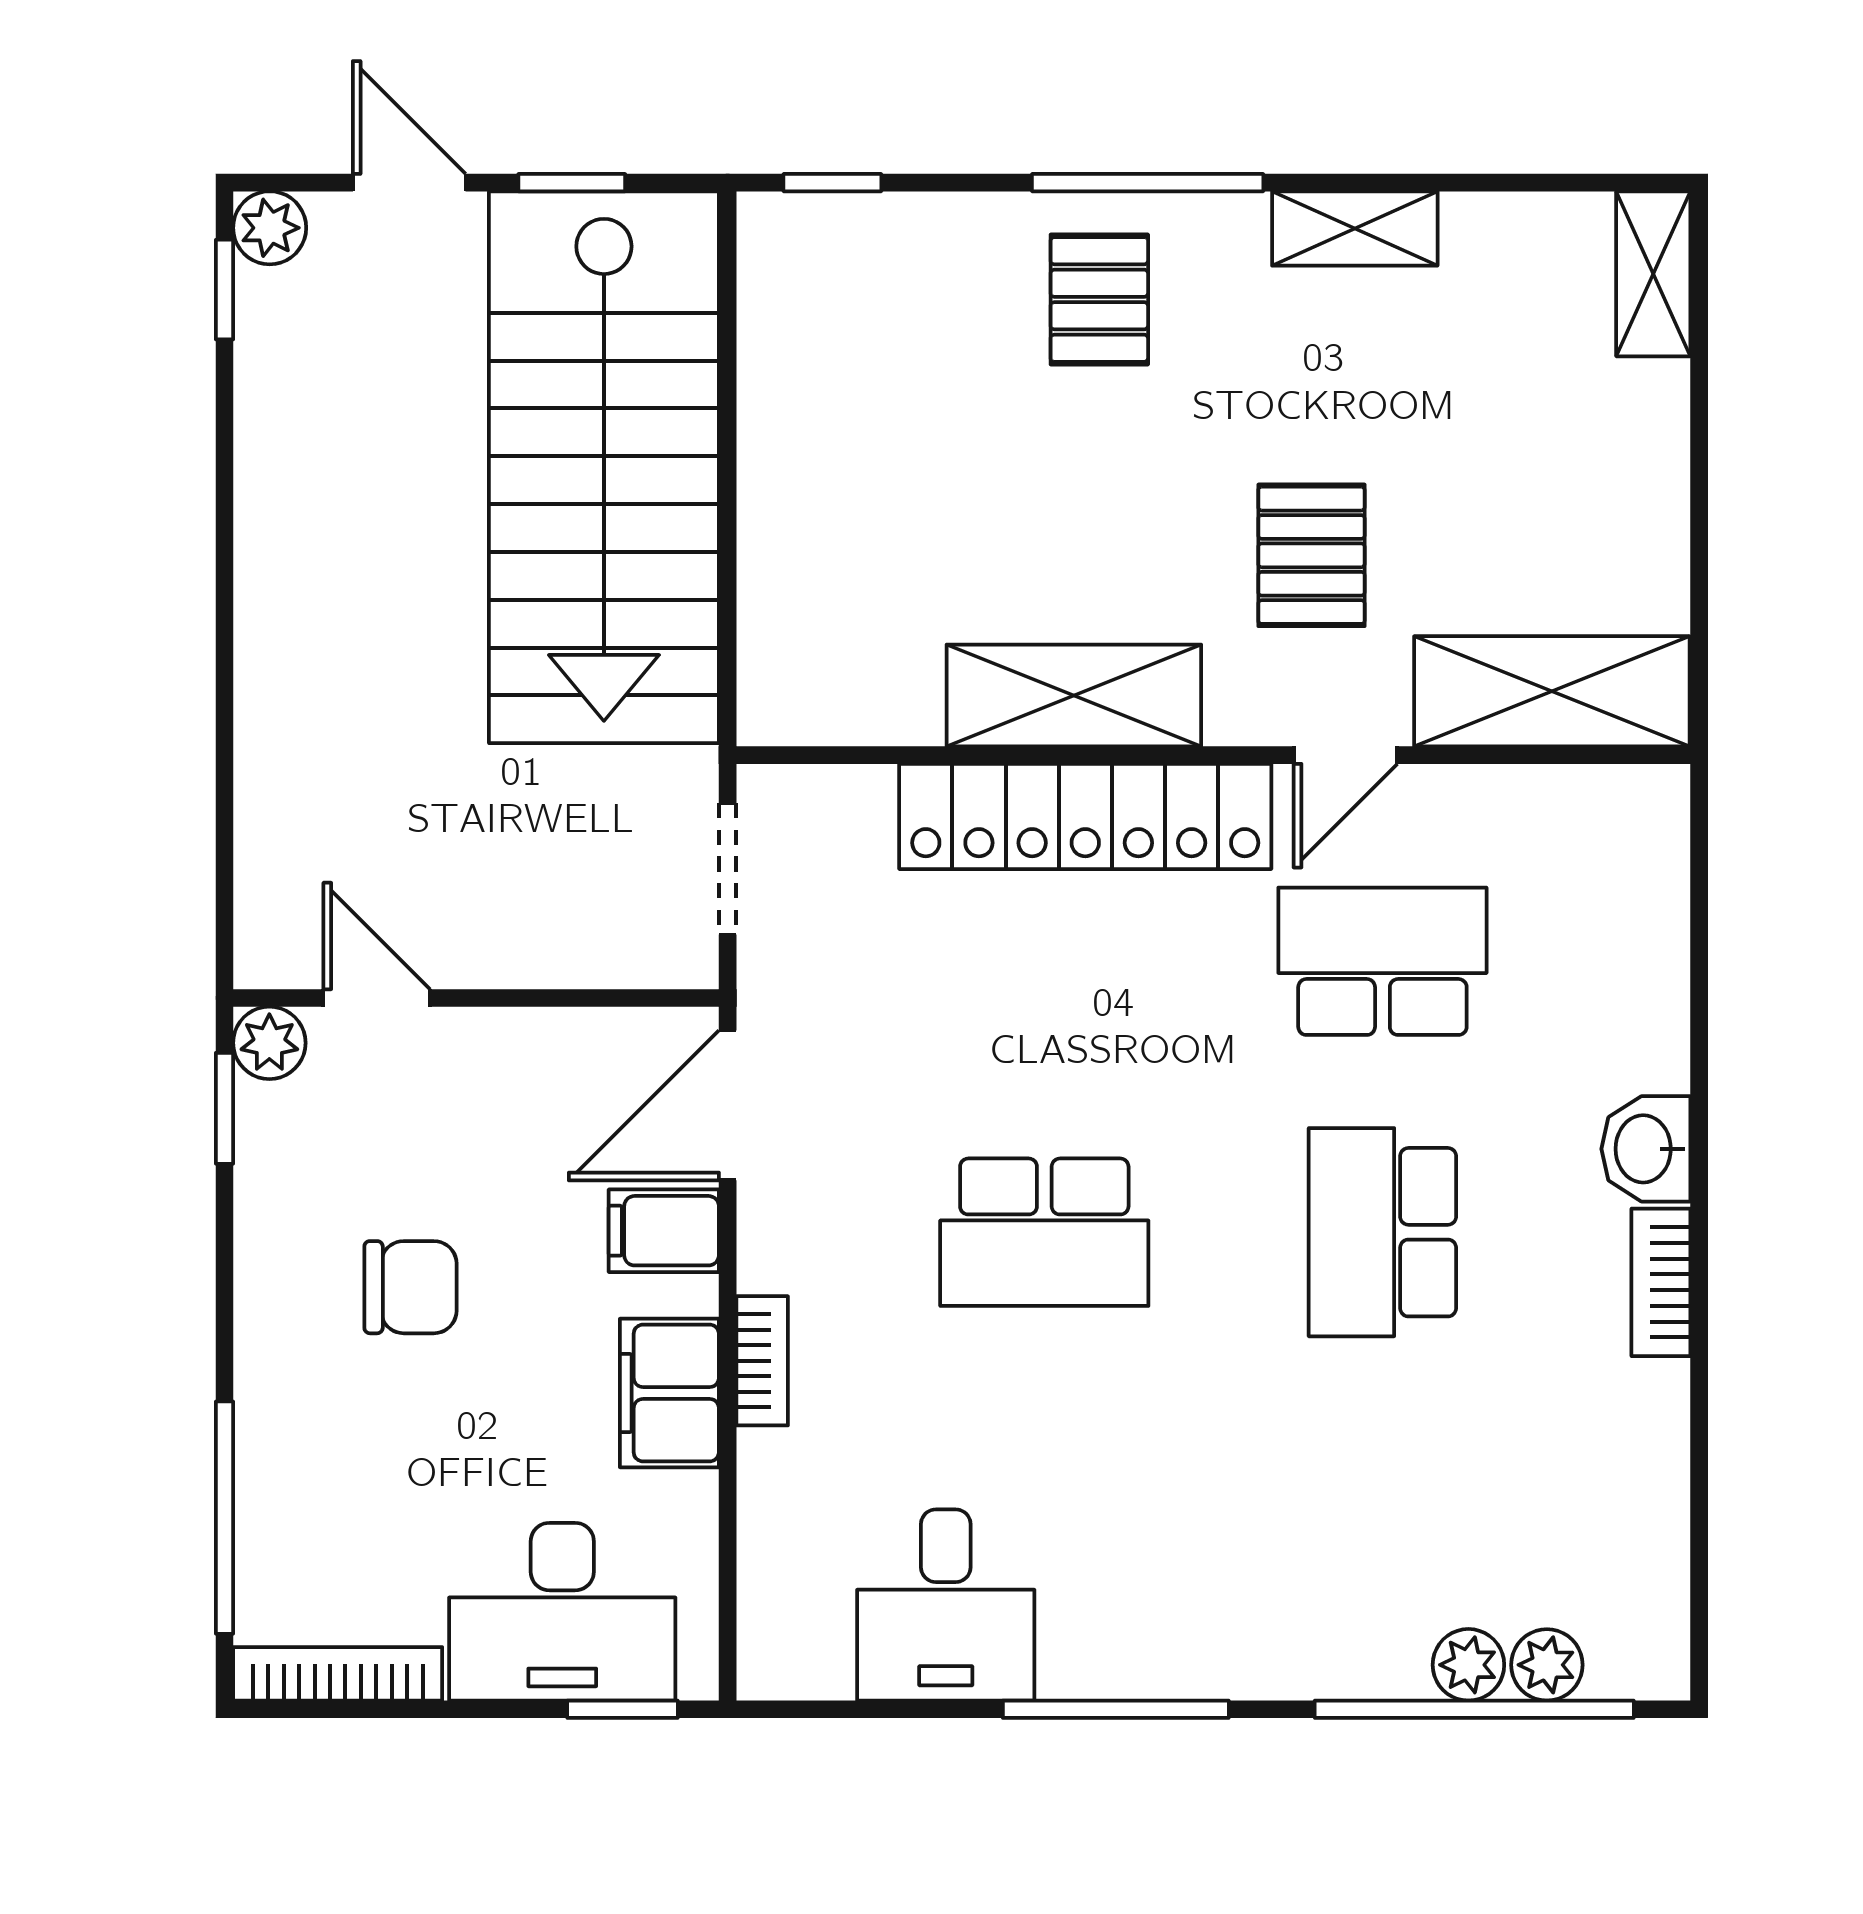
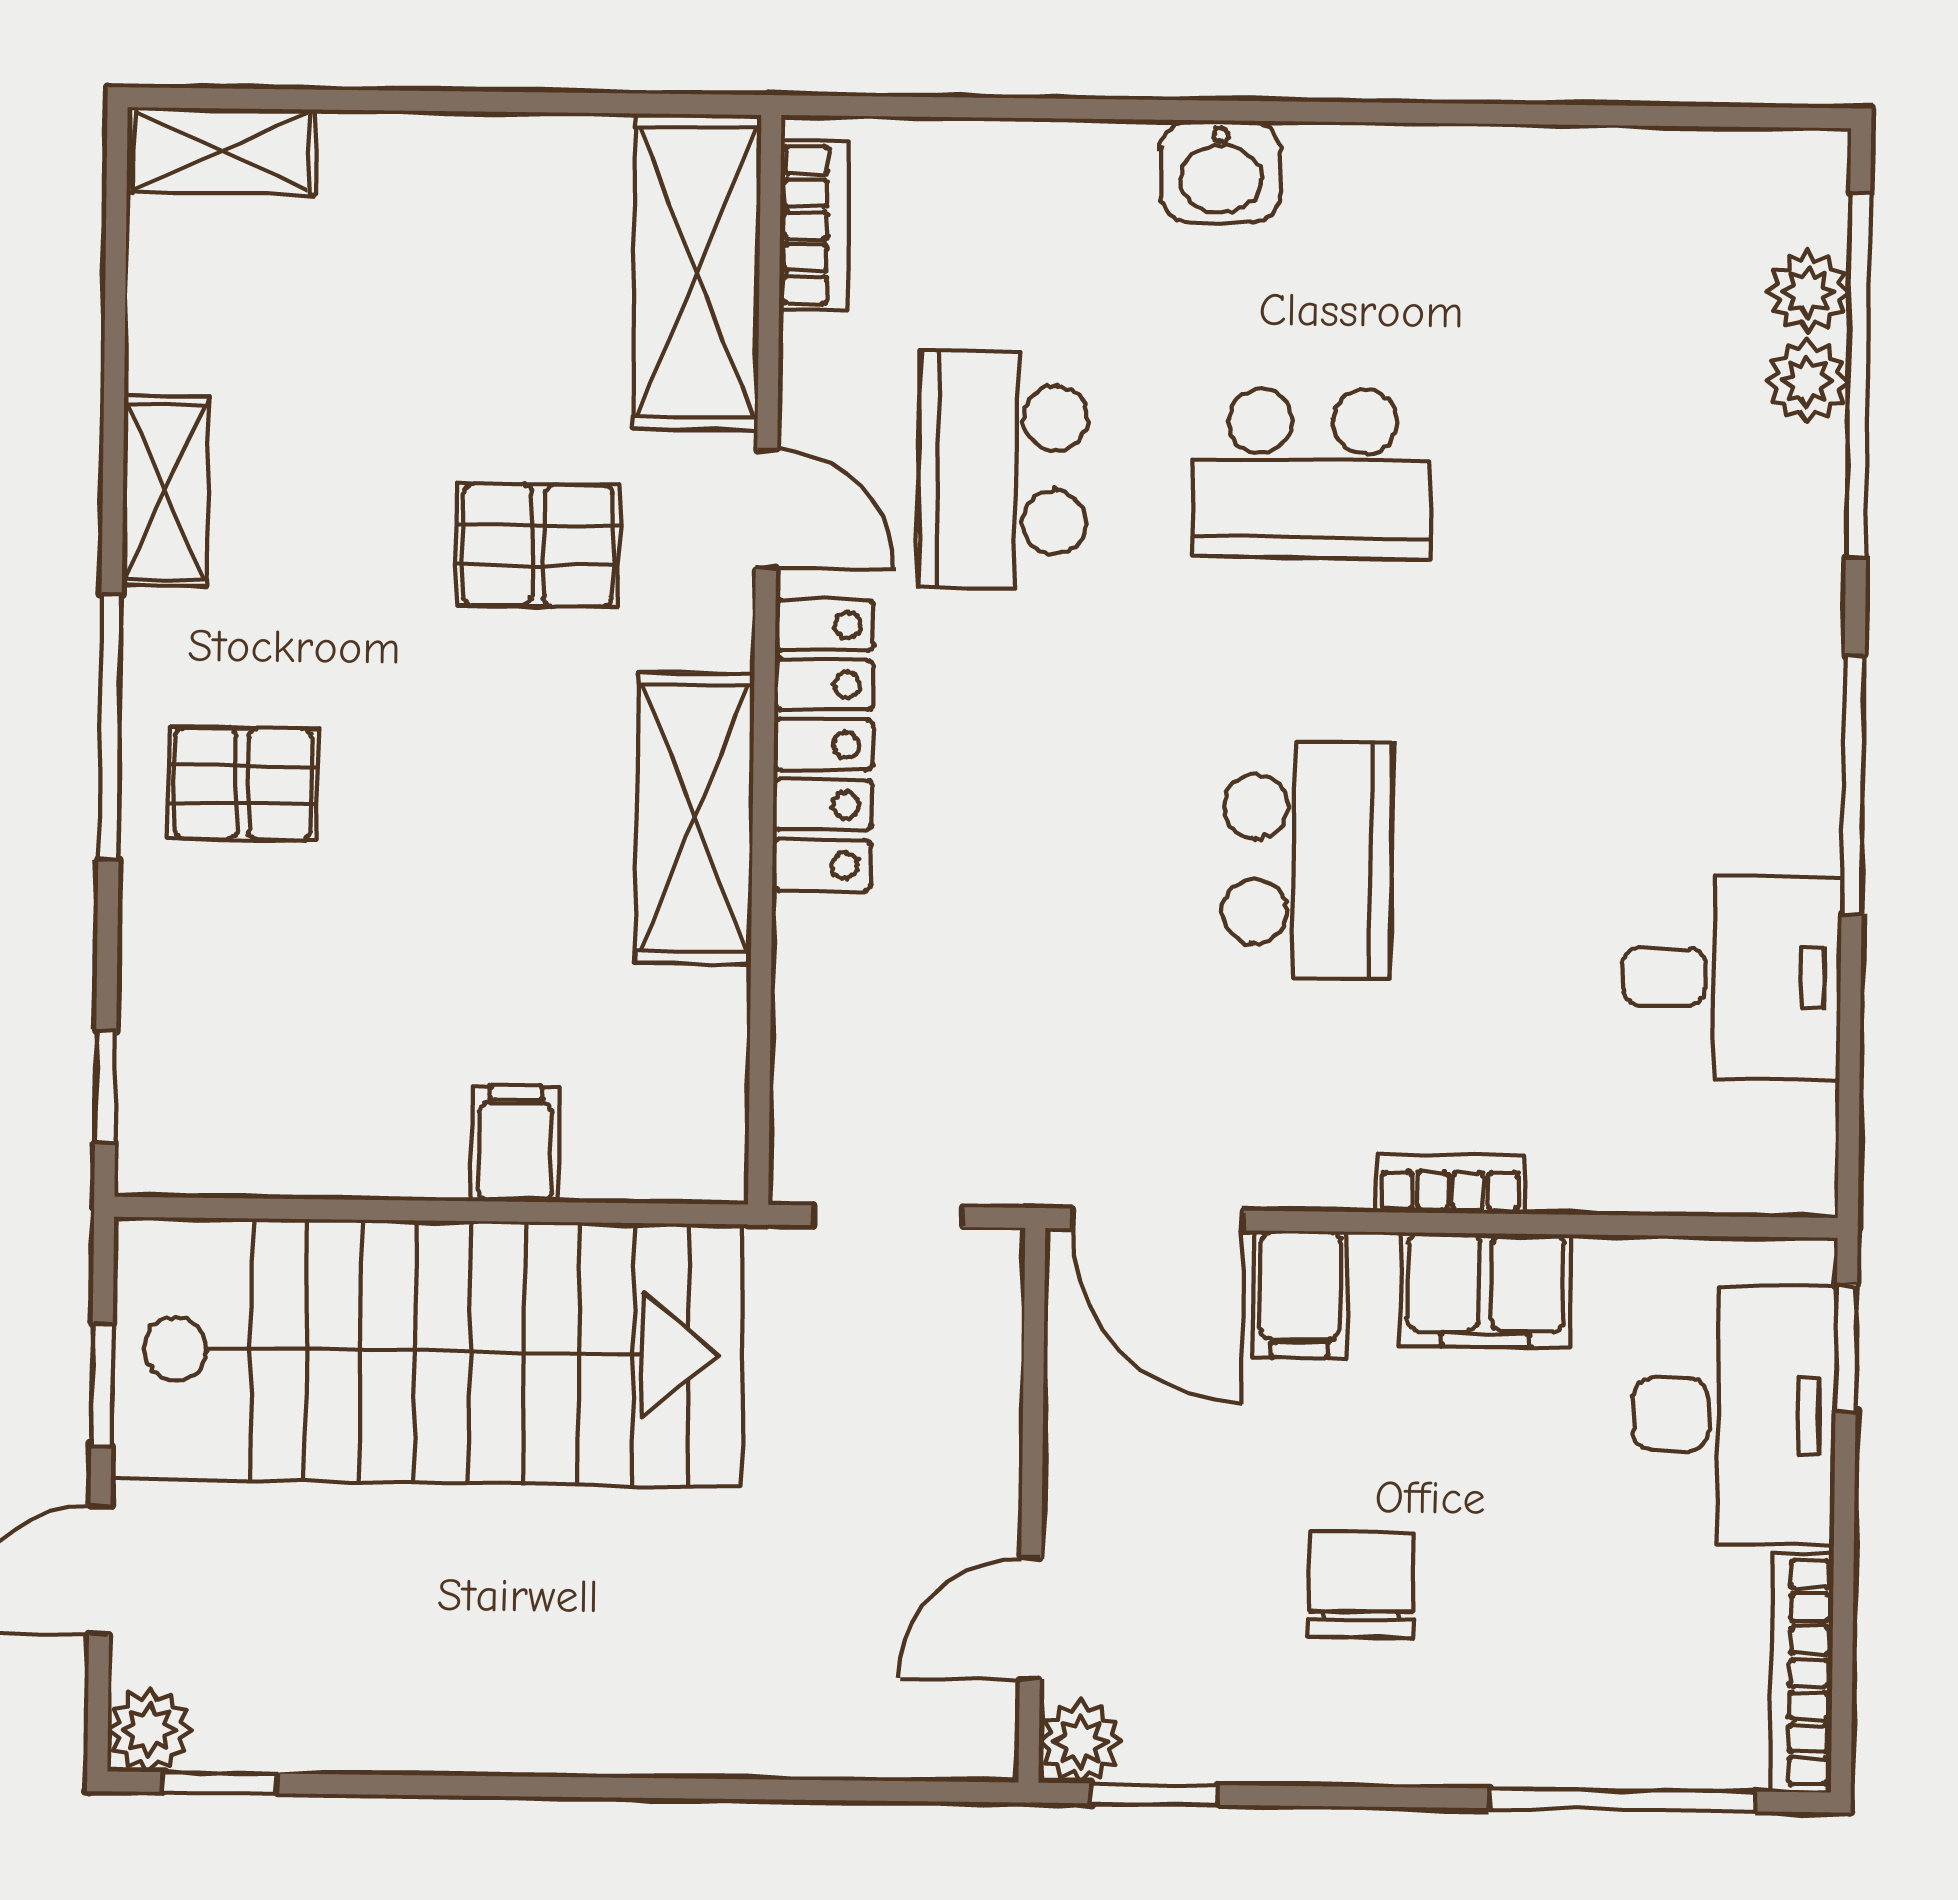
filing cabinet: (787, 542) -> (516, 1144), added
locker: (1085, 816) -> (823, 745), width x0.71, depth x0.83
bookcase: (1661, 1282) -> (814, 225), moved, turned -90

